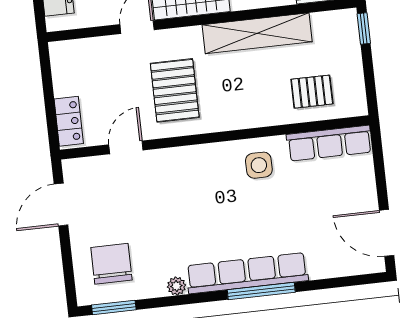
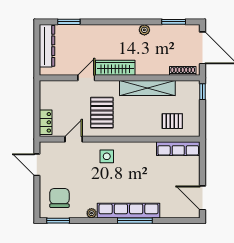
side table: (259, 165) -> (107, 156), moved
door: (61, 205) -> (37, 165), hinge flipped

